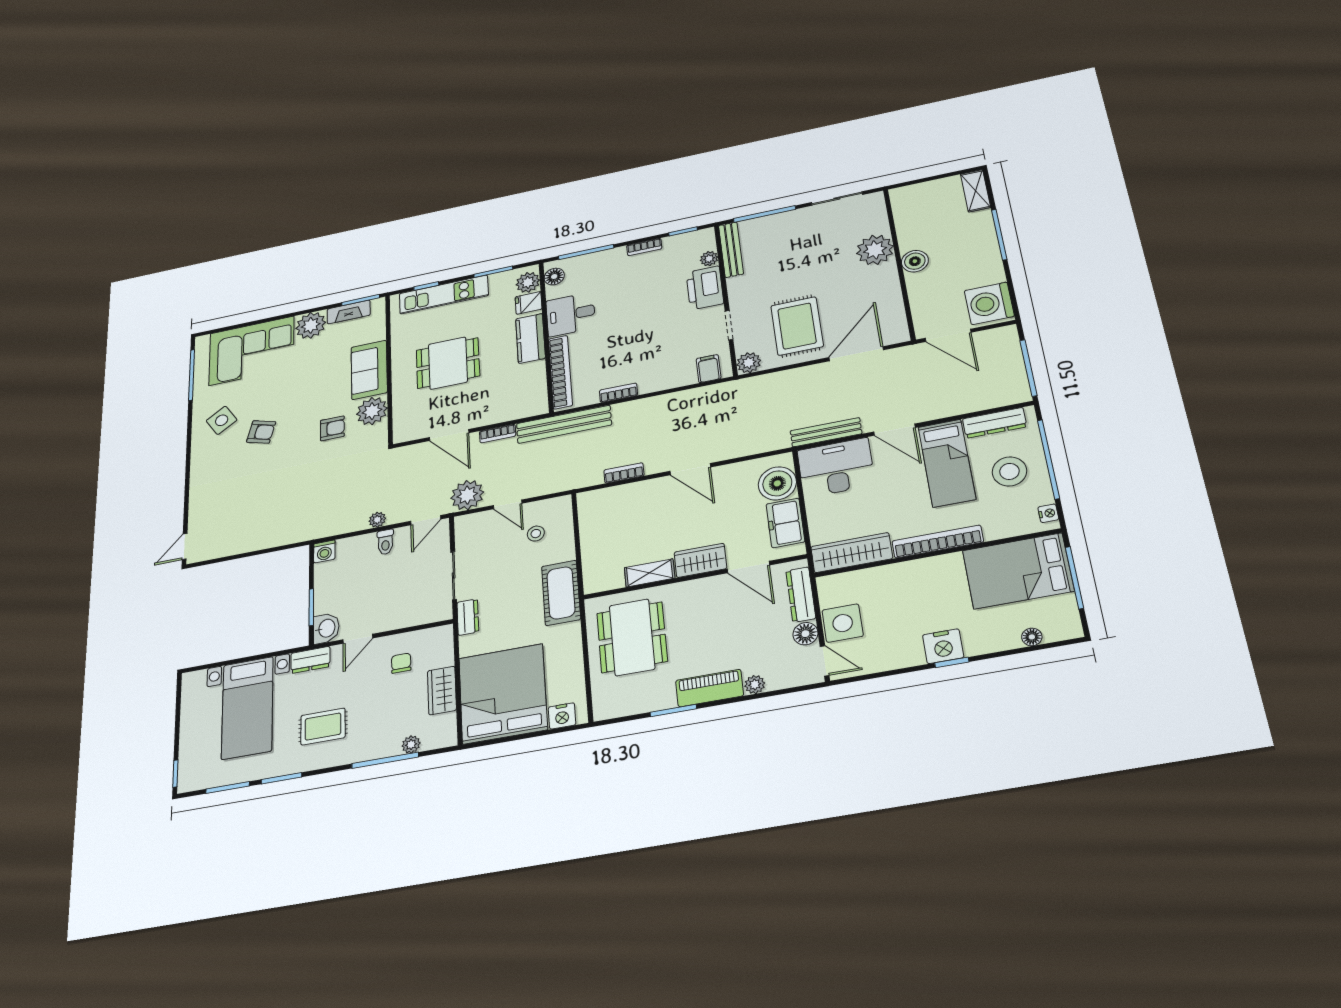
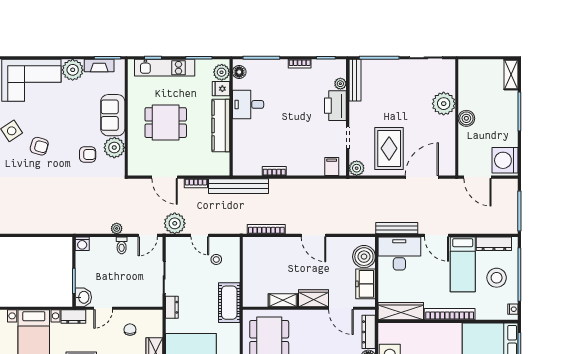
kitchen counter: (531, 338) -> (221, 125), width x1.50
bookcase: (560, 372) -> (239, 147), removed
bookcase: (624, 473) -> (266, 229), width x1.56

